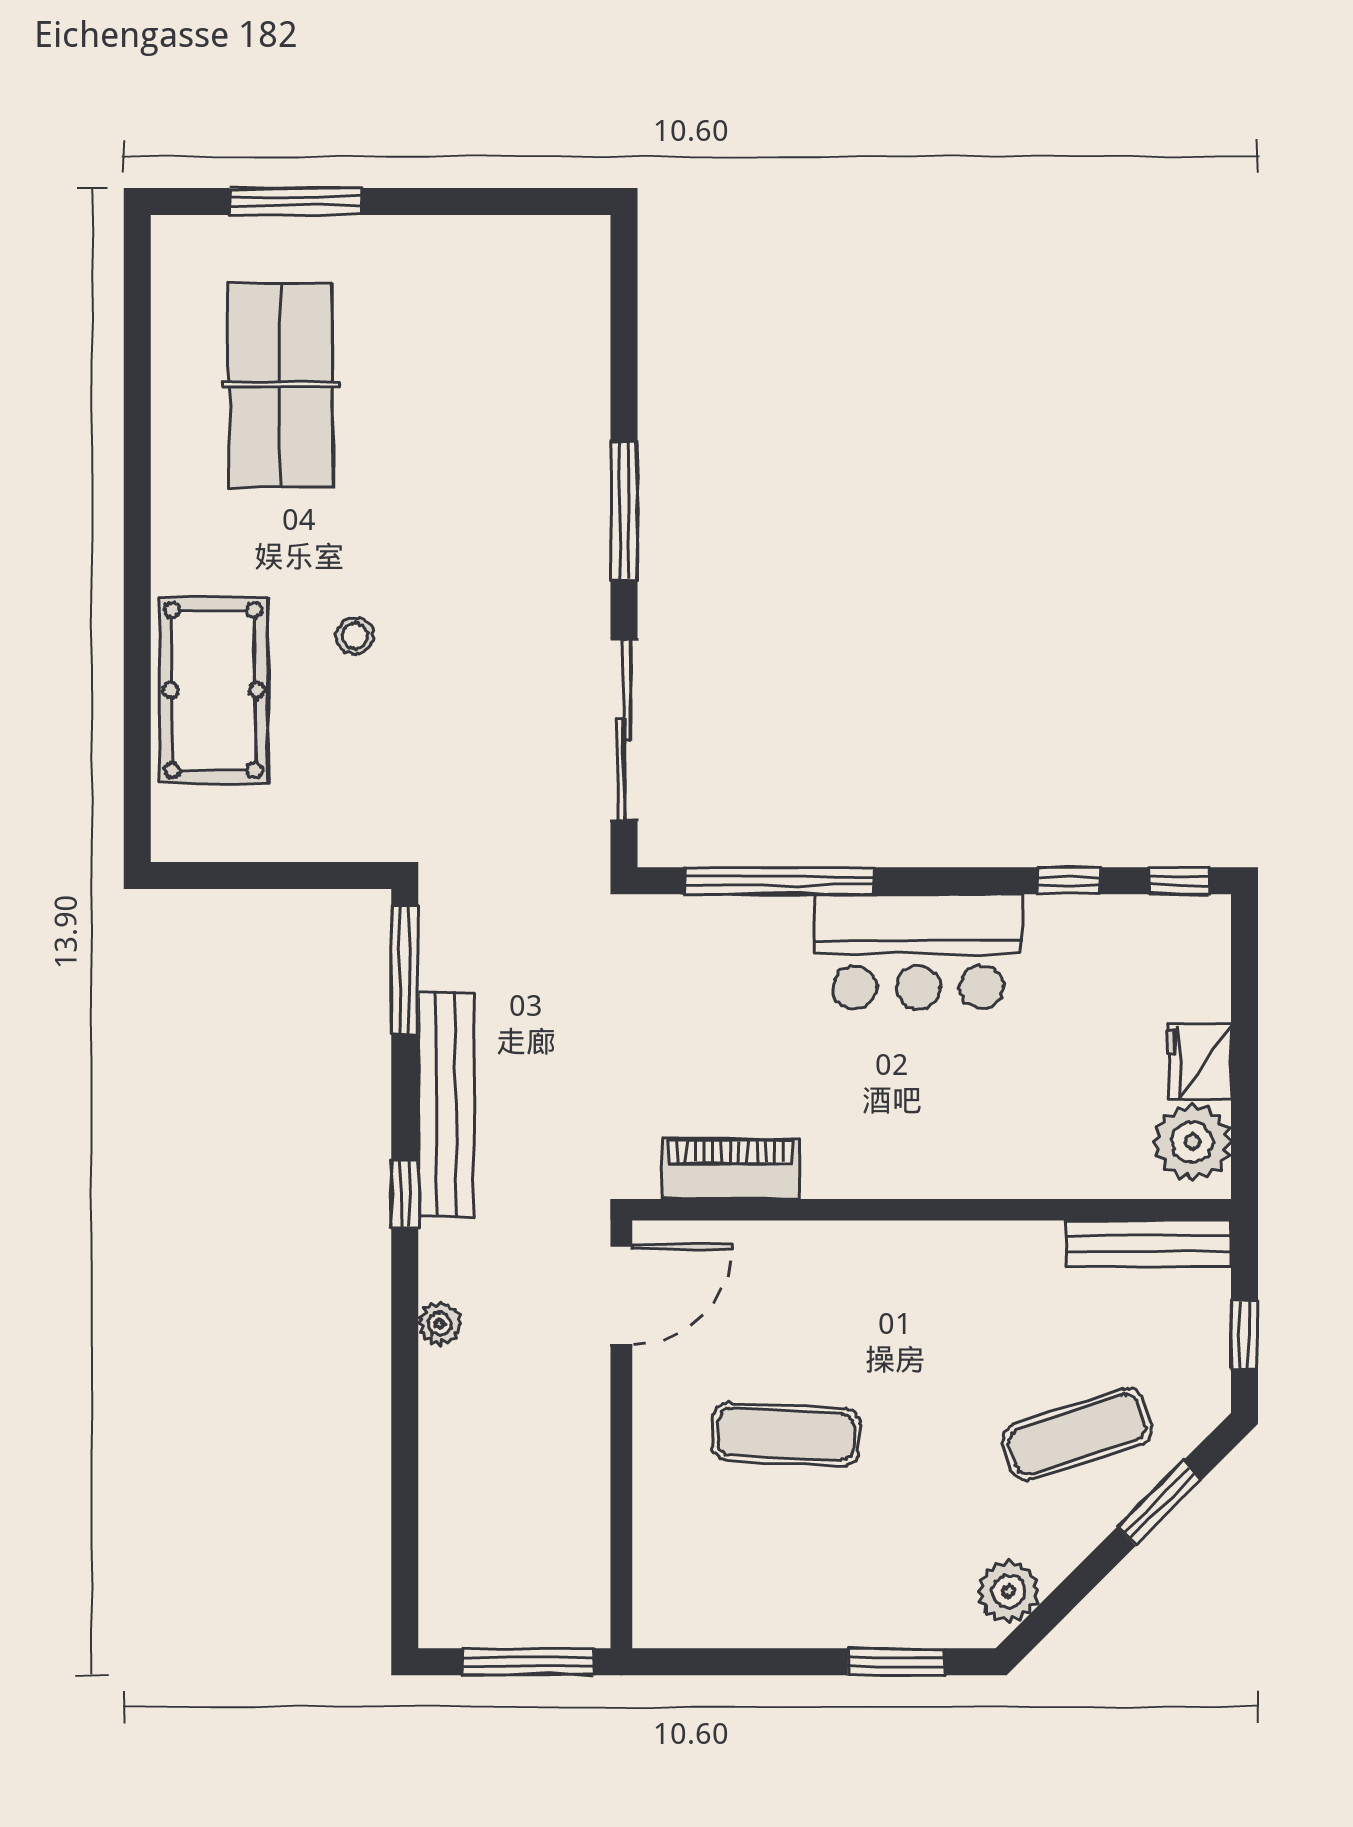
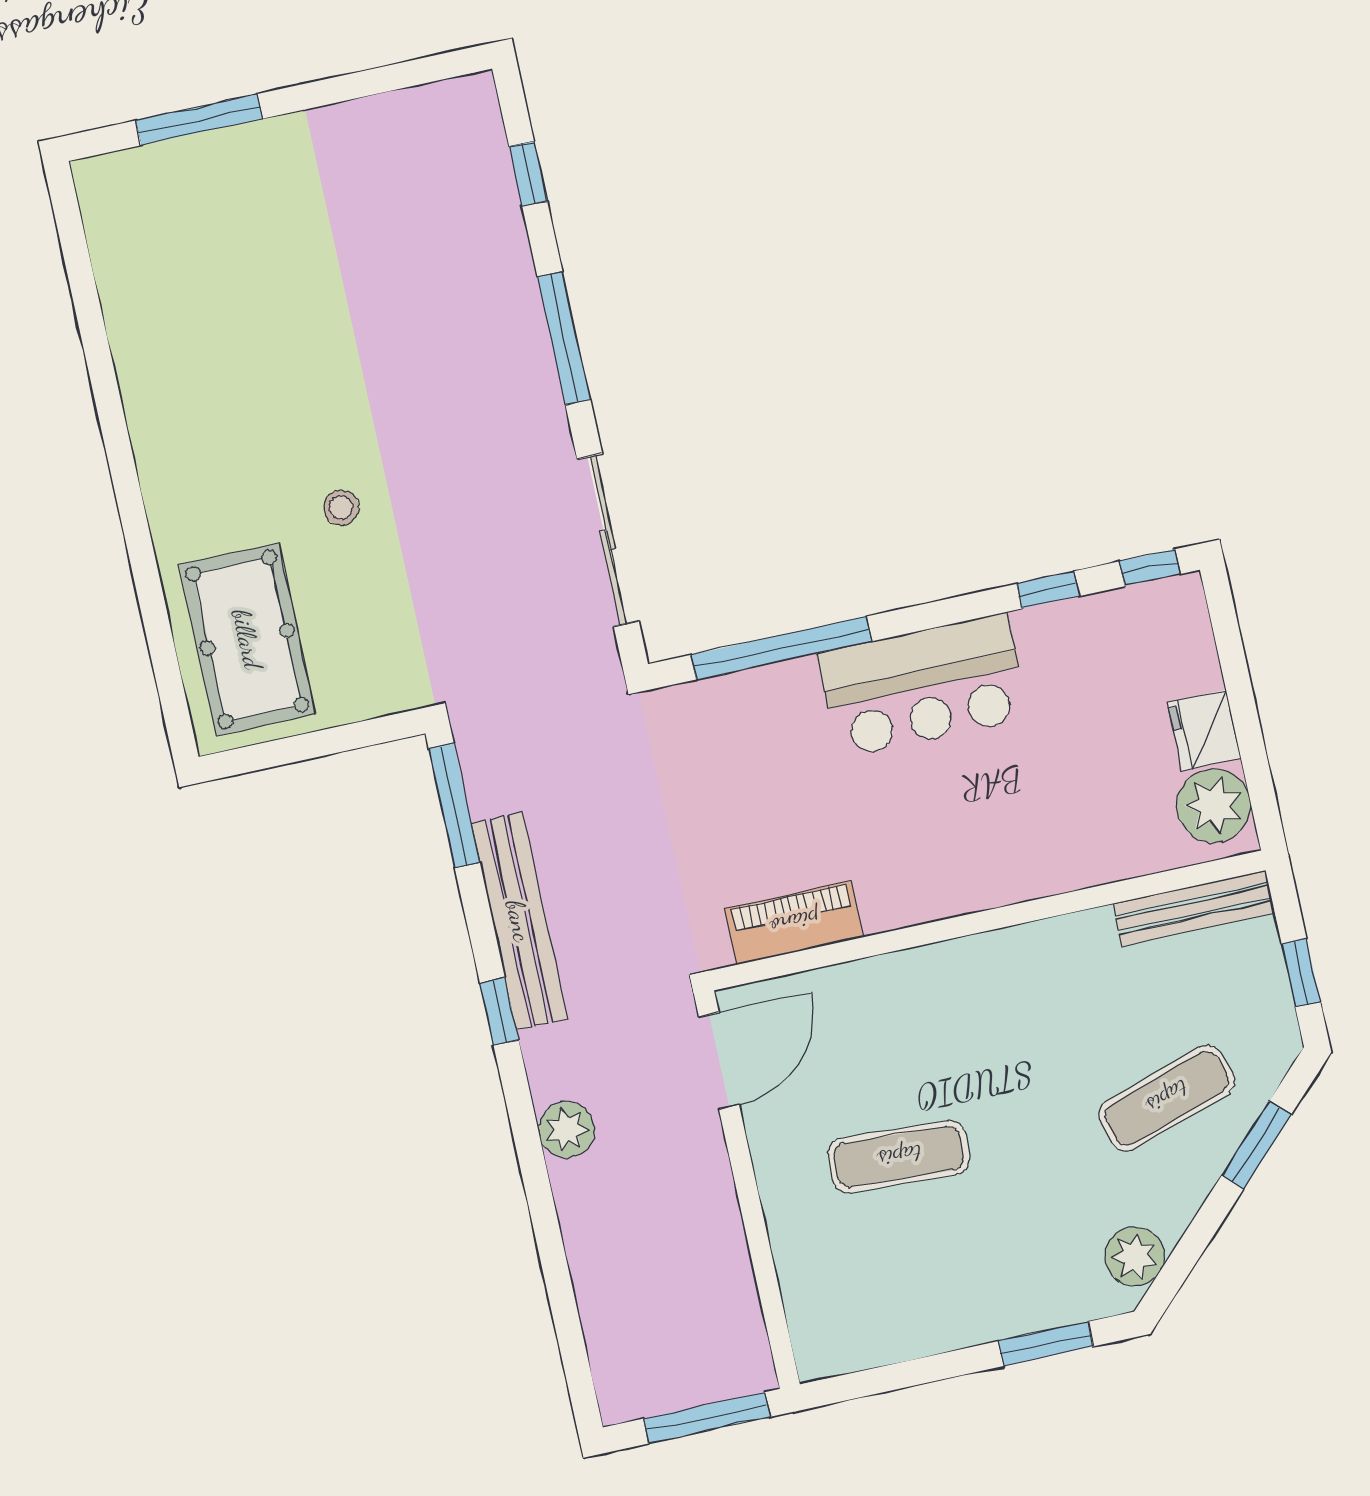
window: (624, 332) -> (528, 174), added
table tennis table: (281, 385) -> (223, 292), removed
pool table: (214, 690) -> (247, 639), moved
plant: (440, 1323) -> (567, 1130), width x1.38, depth x1.38

